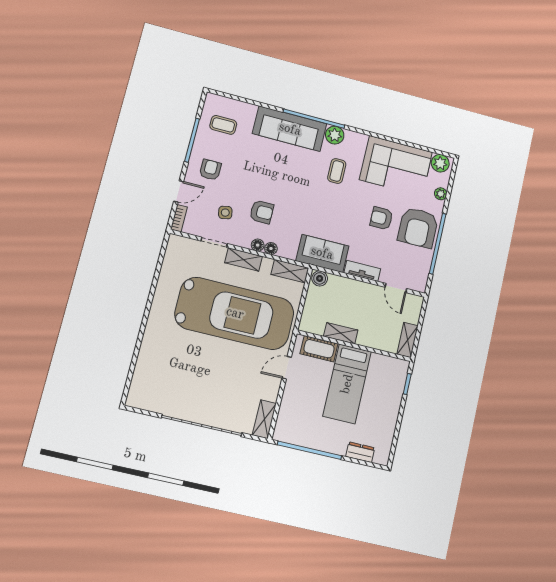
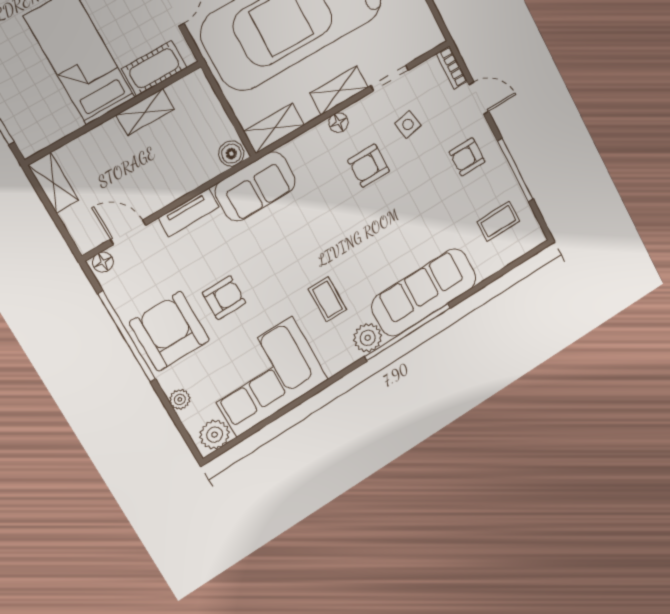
armchair: (210, 170) -> (467, 157), turned 90
door: (179, 191) -> (479, 98), swing flipped
floor lamp: (271, 249) -> (103, 262), moved

